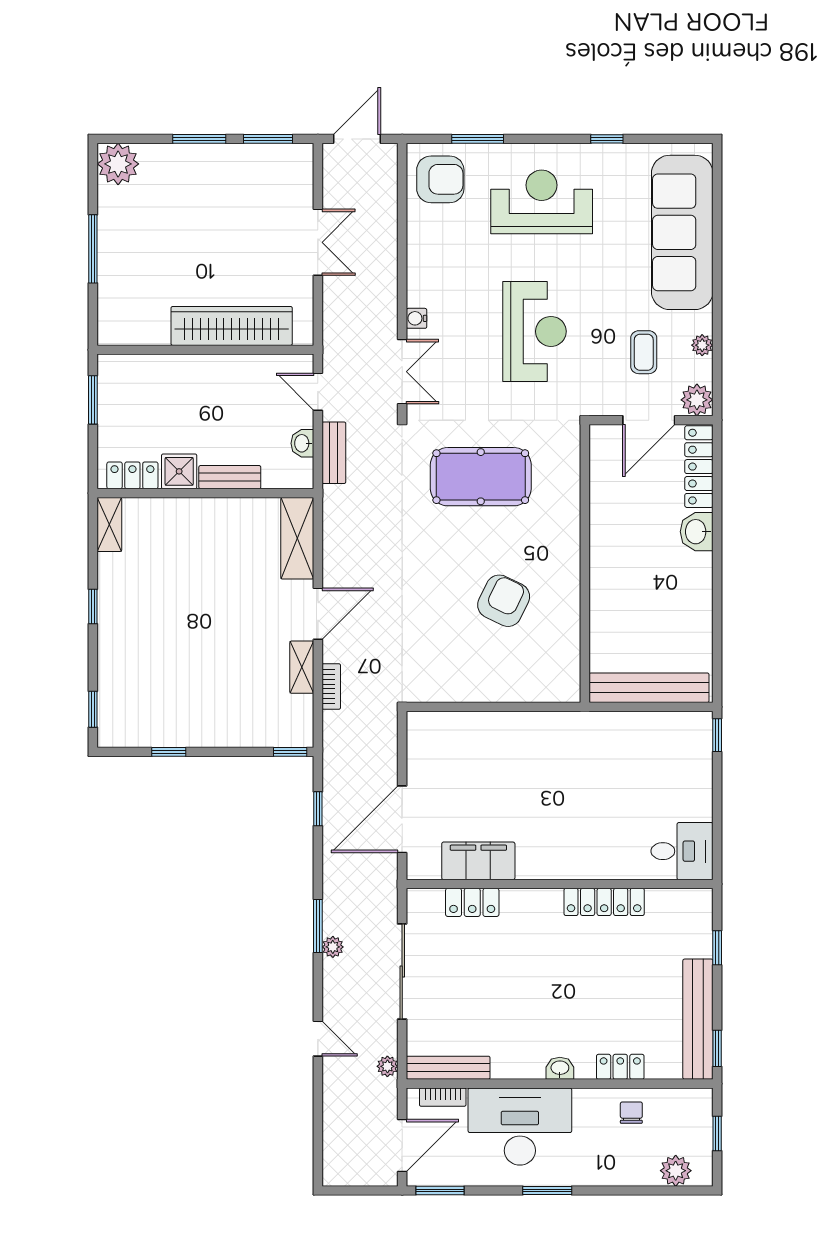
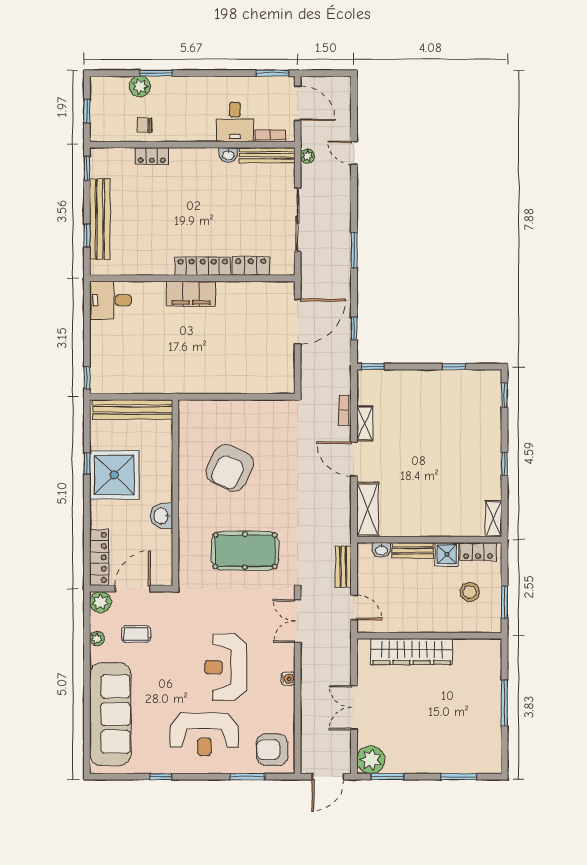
window: (199, 139) -> (459, 777), moved
plant: (118, 164) -> (371, 760), moved
water cooler: (417, 318) -> (288, 679), moved
reception desk: (534, 331) -> (226, 667), moved
coffee table: (644, 352) -> (136, 634), turned 90
stool: (145, 415) -> (470, 592), added
washbasin: (302, 443) -> (381, 550), moved, turned 90
washbasin: (697, 532) -> (162, 516), moved, turned 180
shower: (676, 590) -> (114, 475), added
armchair: (504, 601) -> (230, 468), width x1.36, depth x1.36
window: (717, 607) -> (87, 464), added
door: (318, 614) -> (354, 459), hinge flipped
filing cabinet: (478, 861) -> (191, 294), moved
locker: (604, 902) -> (203, 266), moved
plant: (333, 947) -> (344, 236), removed
bench: (698, 1019) -> (100, 219), moved
door: (318, 1039) -> (354, 153), moved
washbasin: (560, 1068) -> (228, 155), moved
chair: (631, 1113) -> (144, 125), turned 90
desk: (520, 1127) -> (235, 122), width x0.53, depth x0.77
door: (402, 1145) -> (298, 103), swing flipped
plant: (676, 1171) -> (140, 86), moved
window: (547, 1190) -> (156, 73), moved

